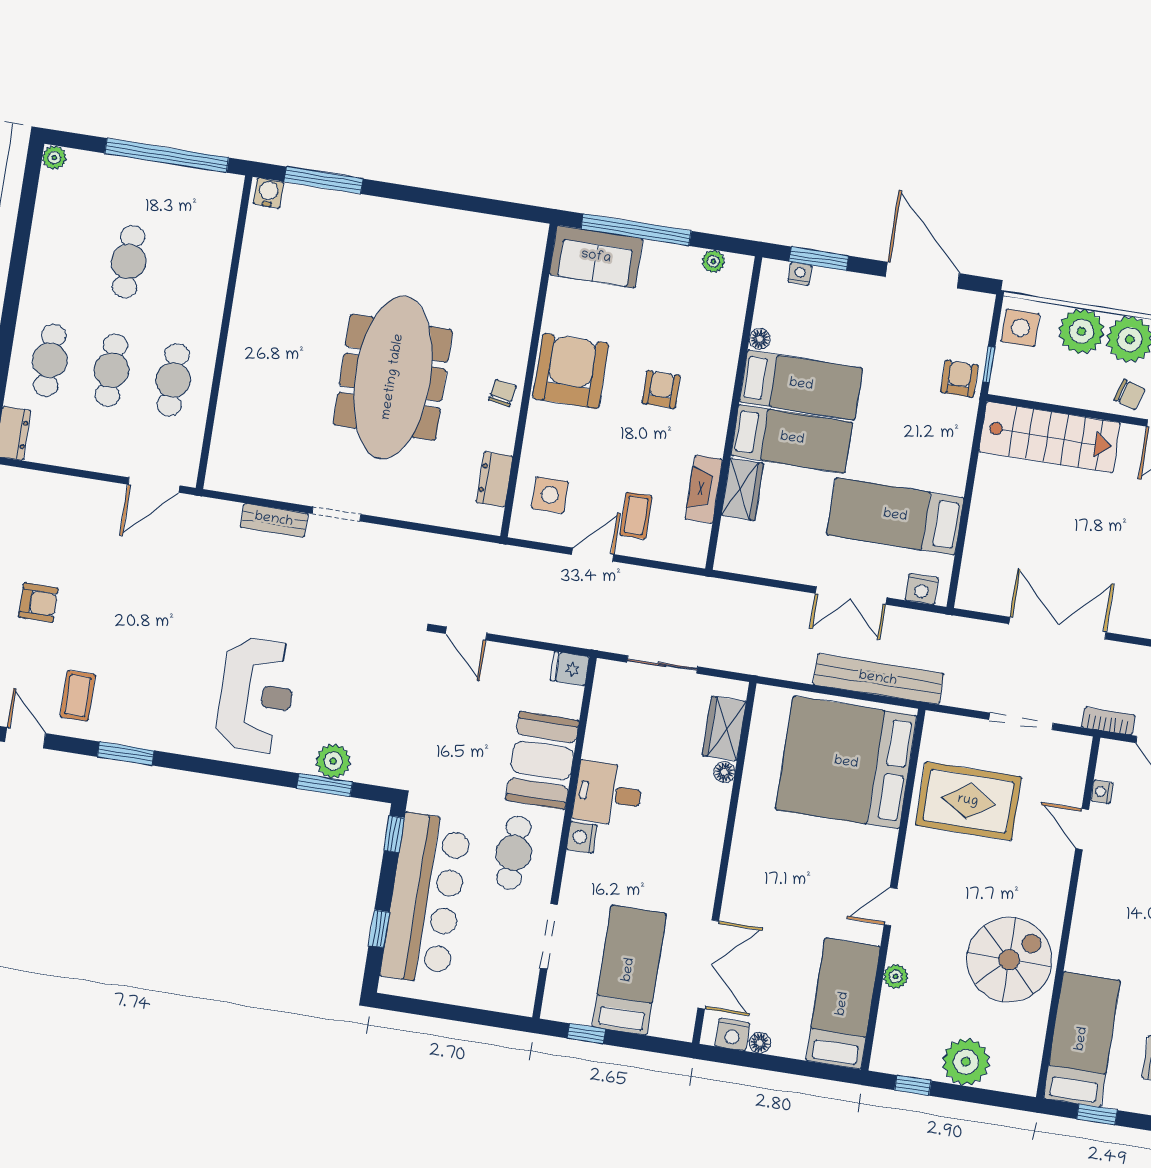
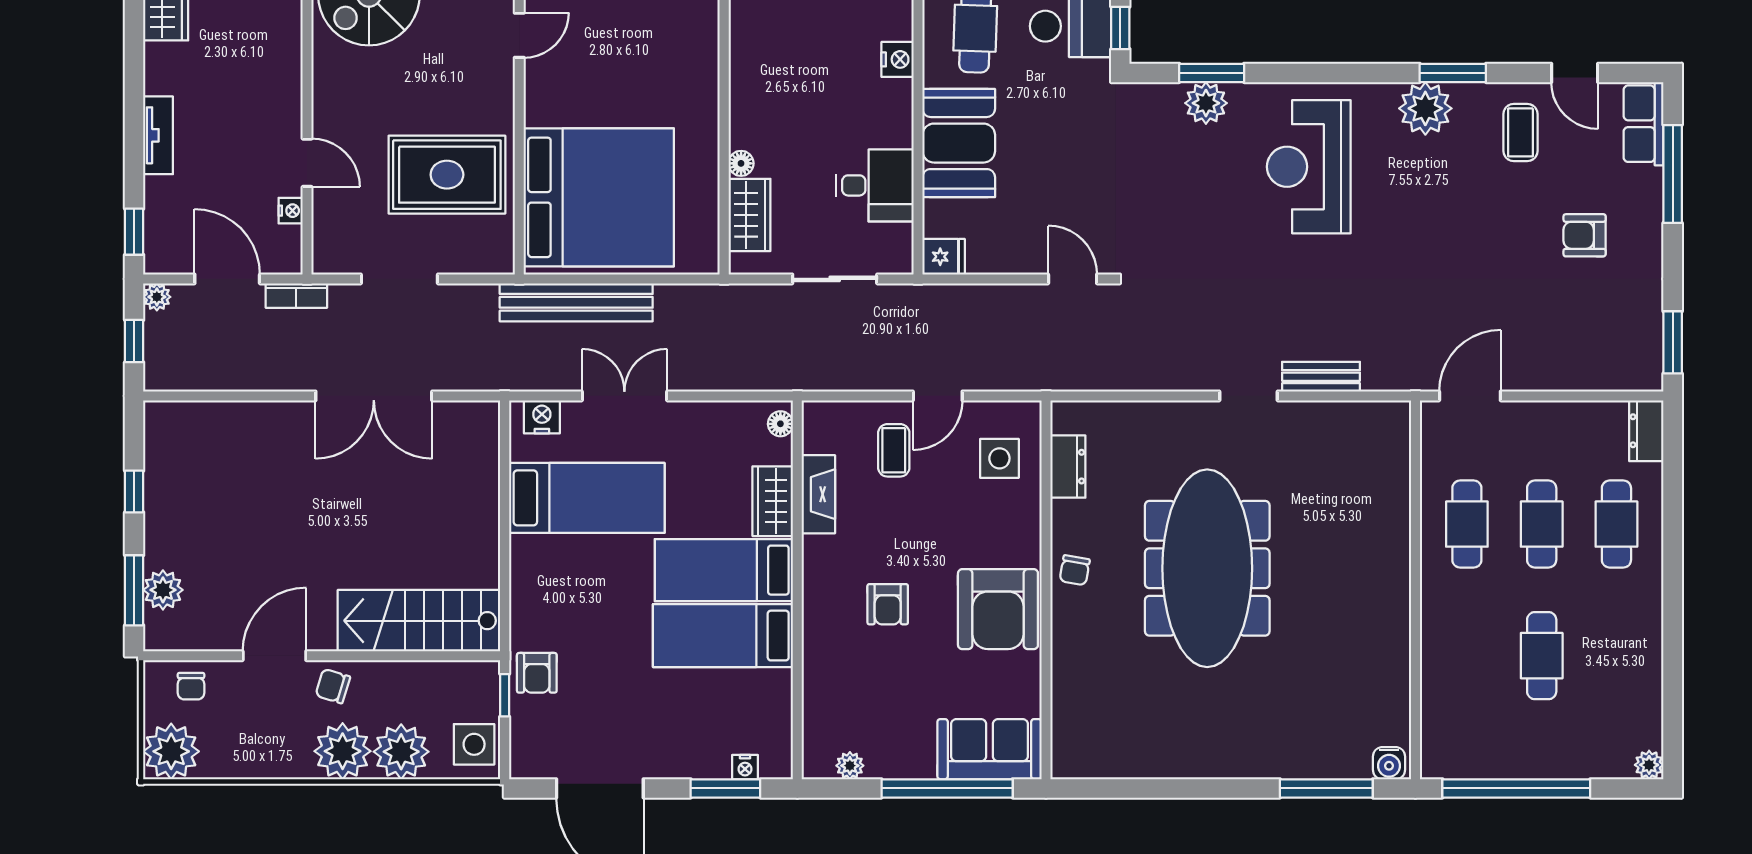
floor lamp: (760, 339) -> (780, 424), moved
plant: (153, 728) -> (1425, 108), added
desk: (608, 794) -> (875, 185), moved

